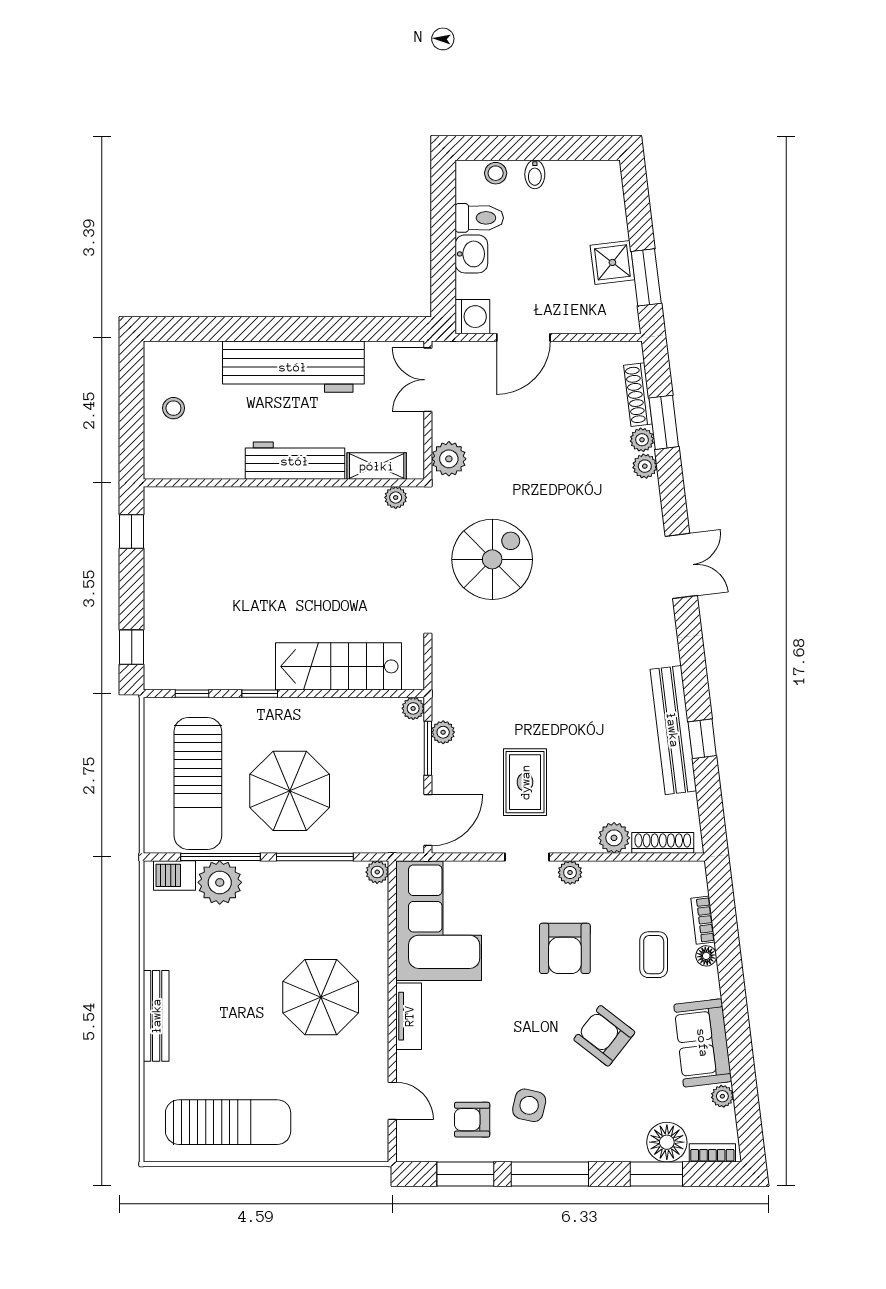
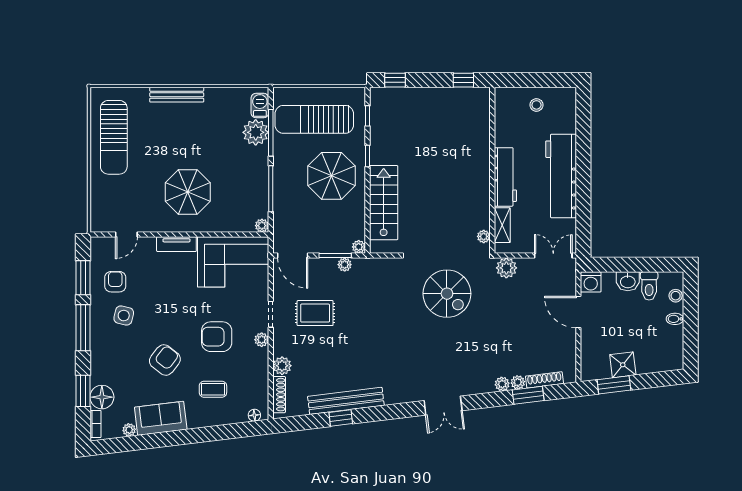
parasol: (290, 791) -> (332, 176), moved
bookcase: (703, 920) -> (233, 418), removed
floor lamp: (706, 956) -> (254, 415), moved

